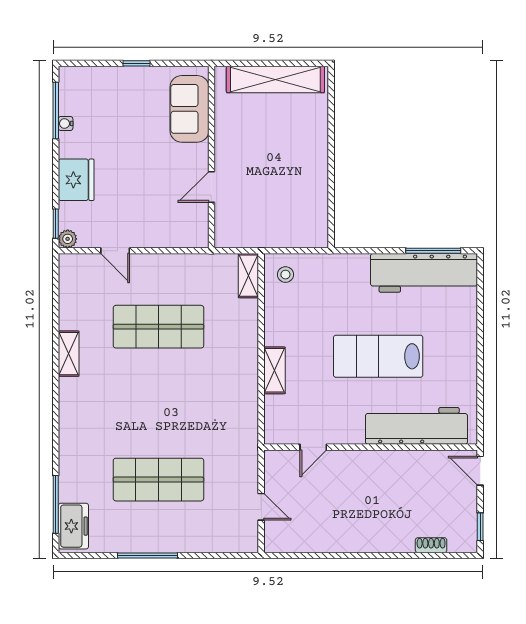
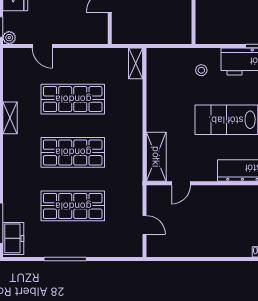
stool: (285, 275) -> (201, 70), moved
shelving: (274, 370) -> (156, 157), moved, width x1.50, depth x1.33
shop shelf: (158, 403) -> (73, 152), added

